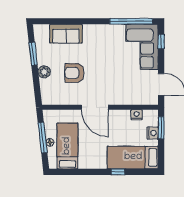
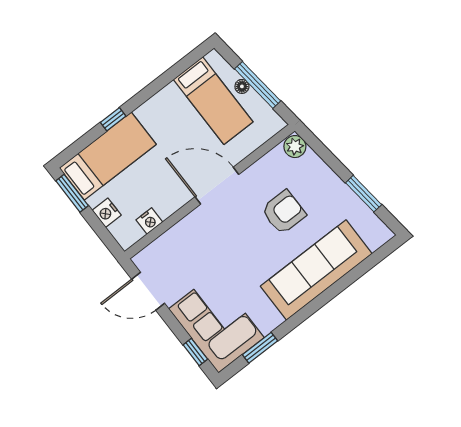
window: (131, 21) -> (260, 348), width x0.47
sofa: (66, 34) -> (316, 270), width x1.85, depth x1.27
plant: (44, 72) -> (295, 147), moved
window: (161, 128) -> (72, 193), moved

